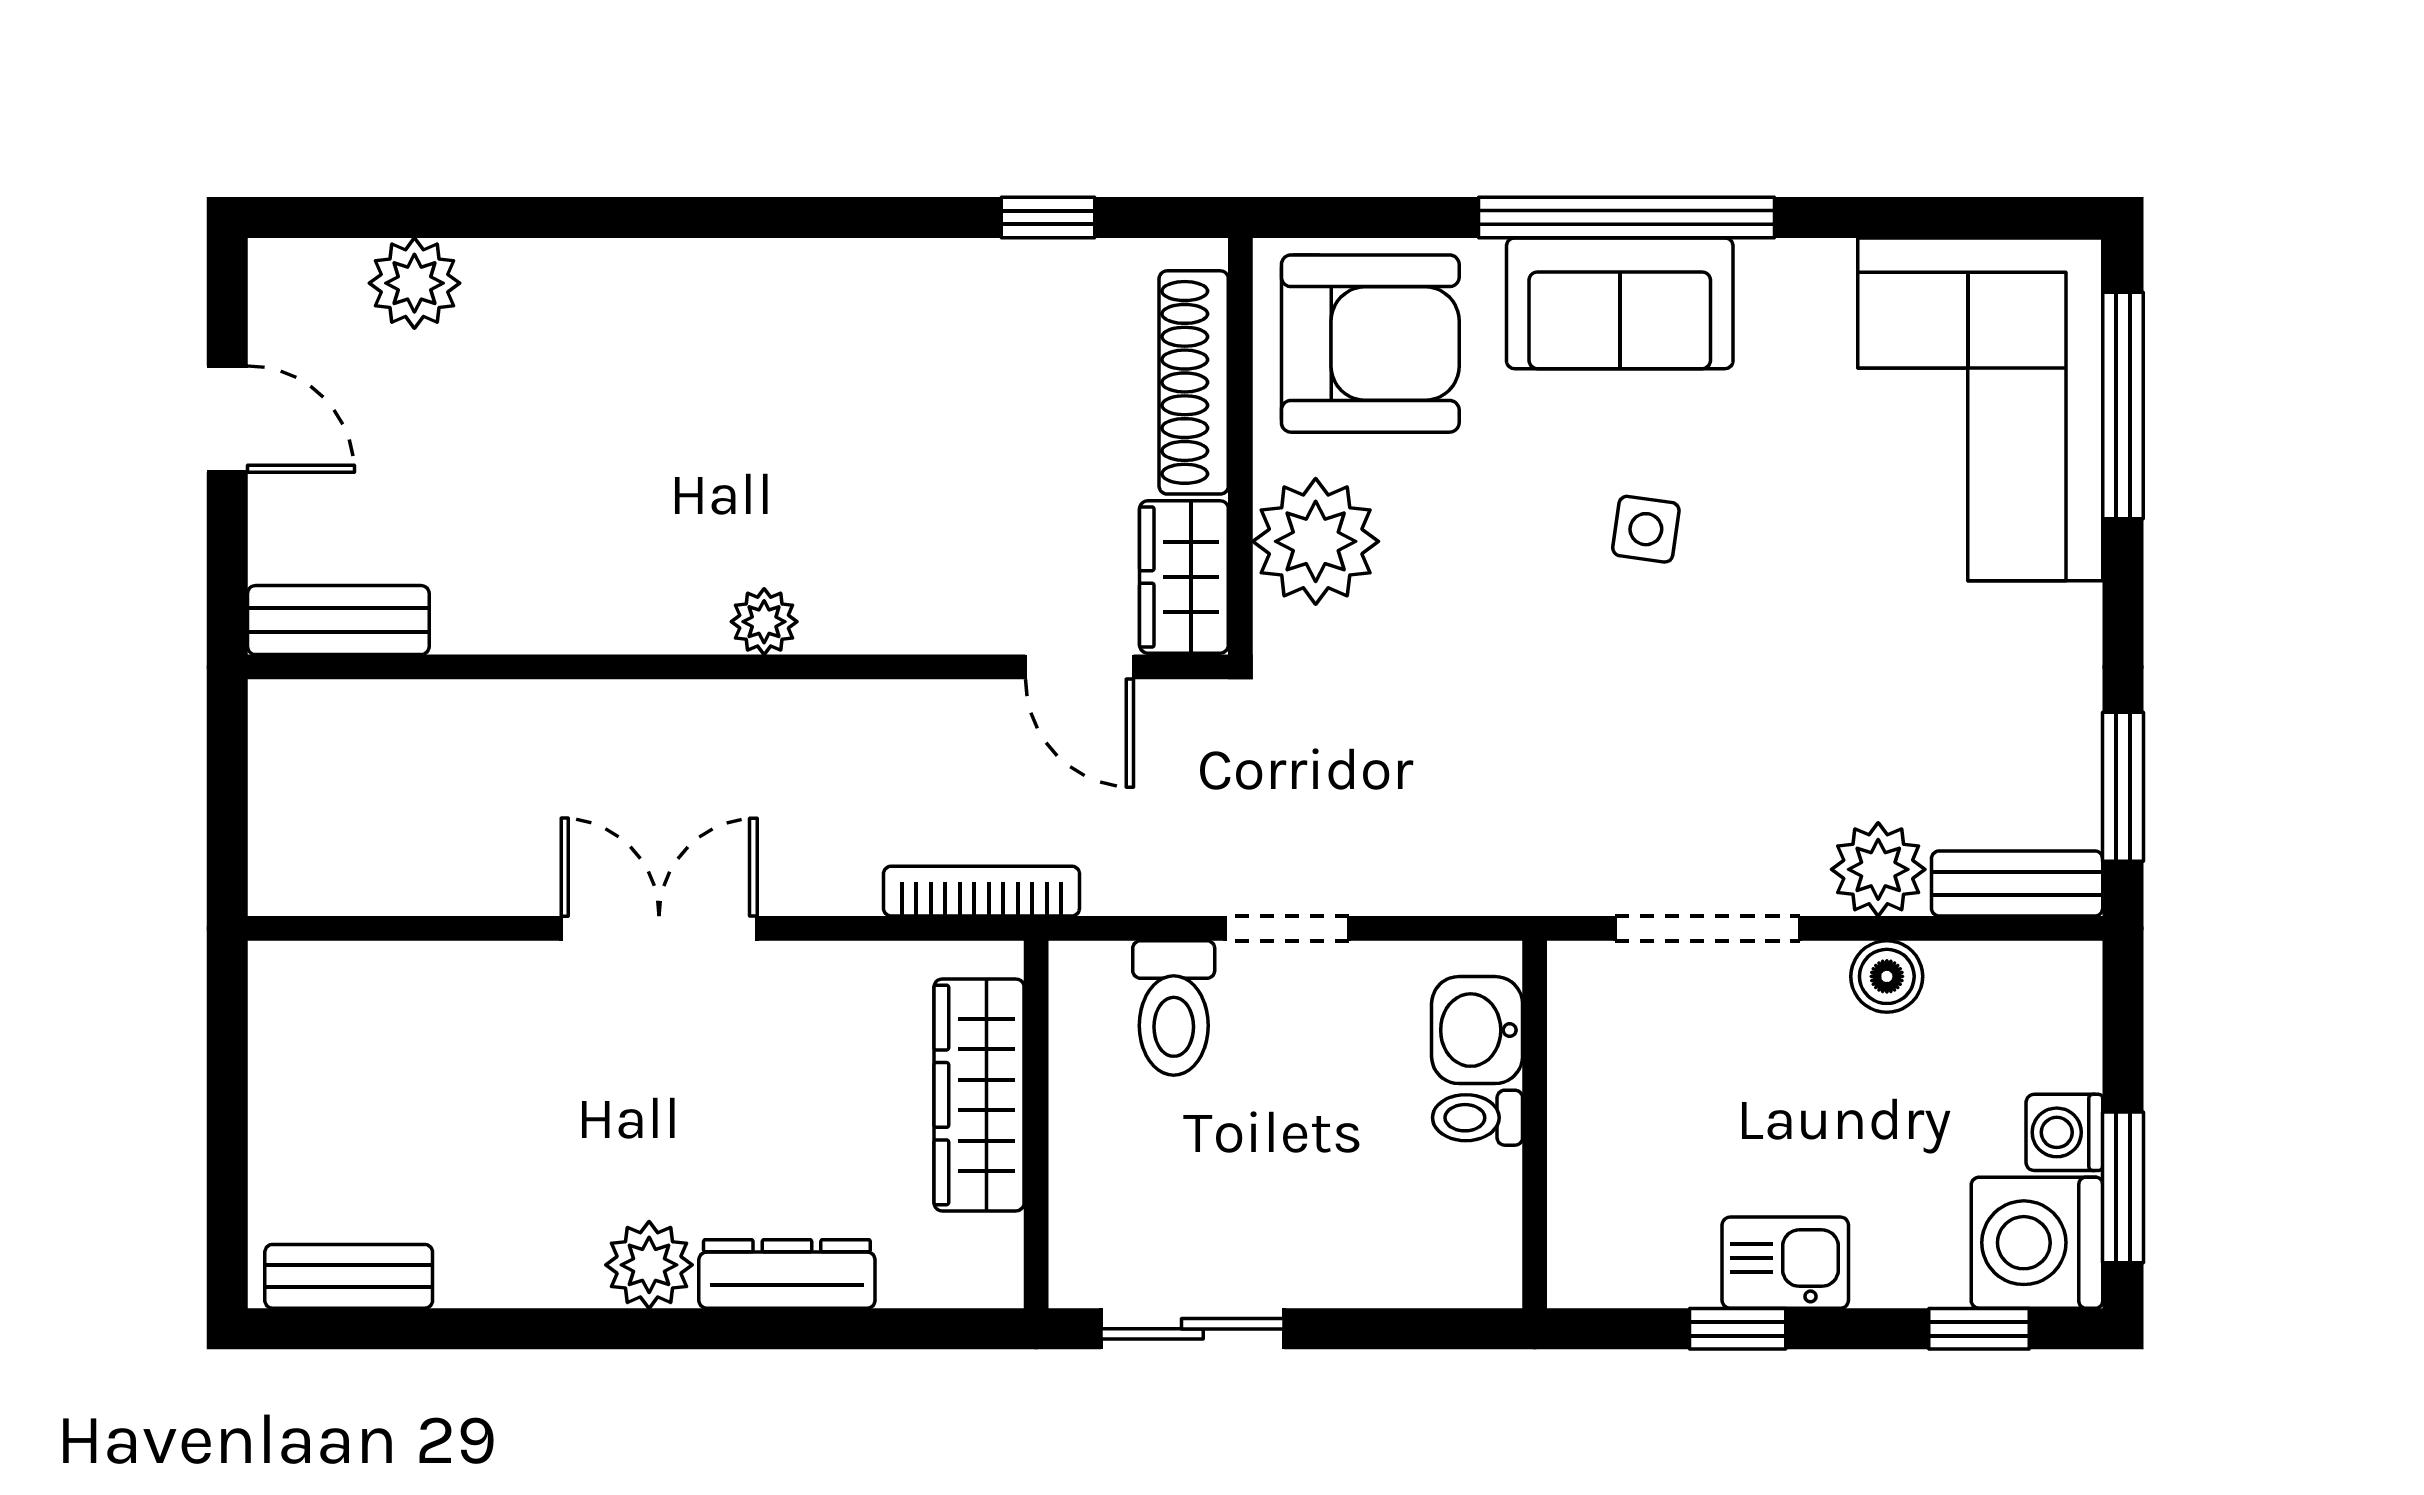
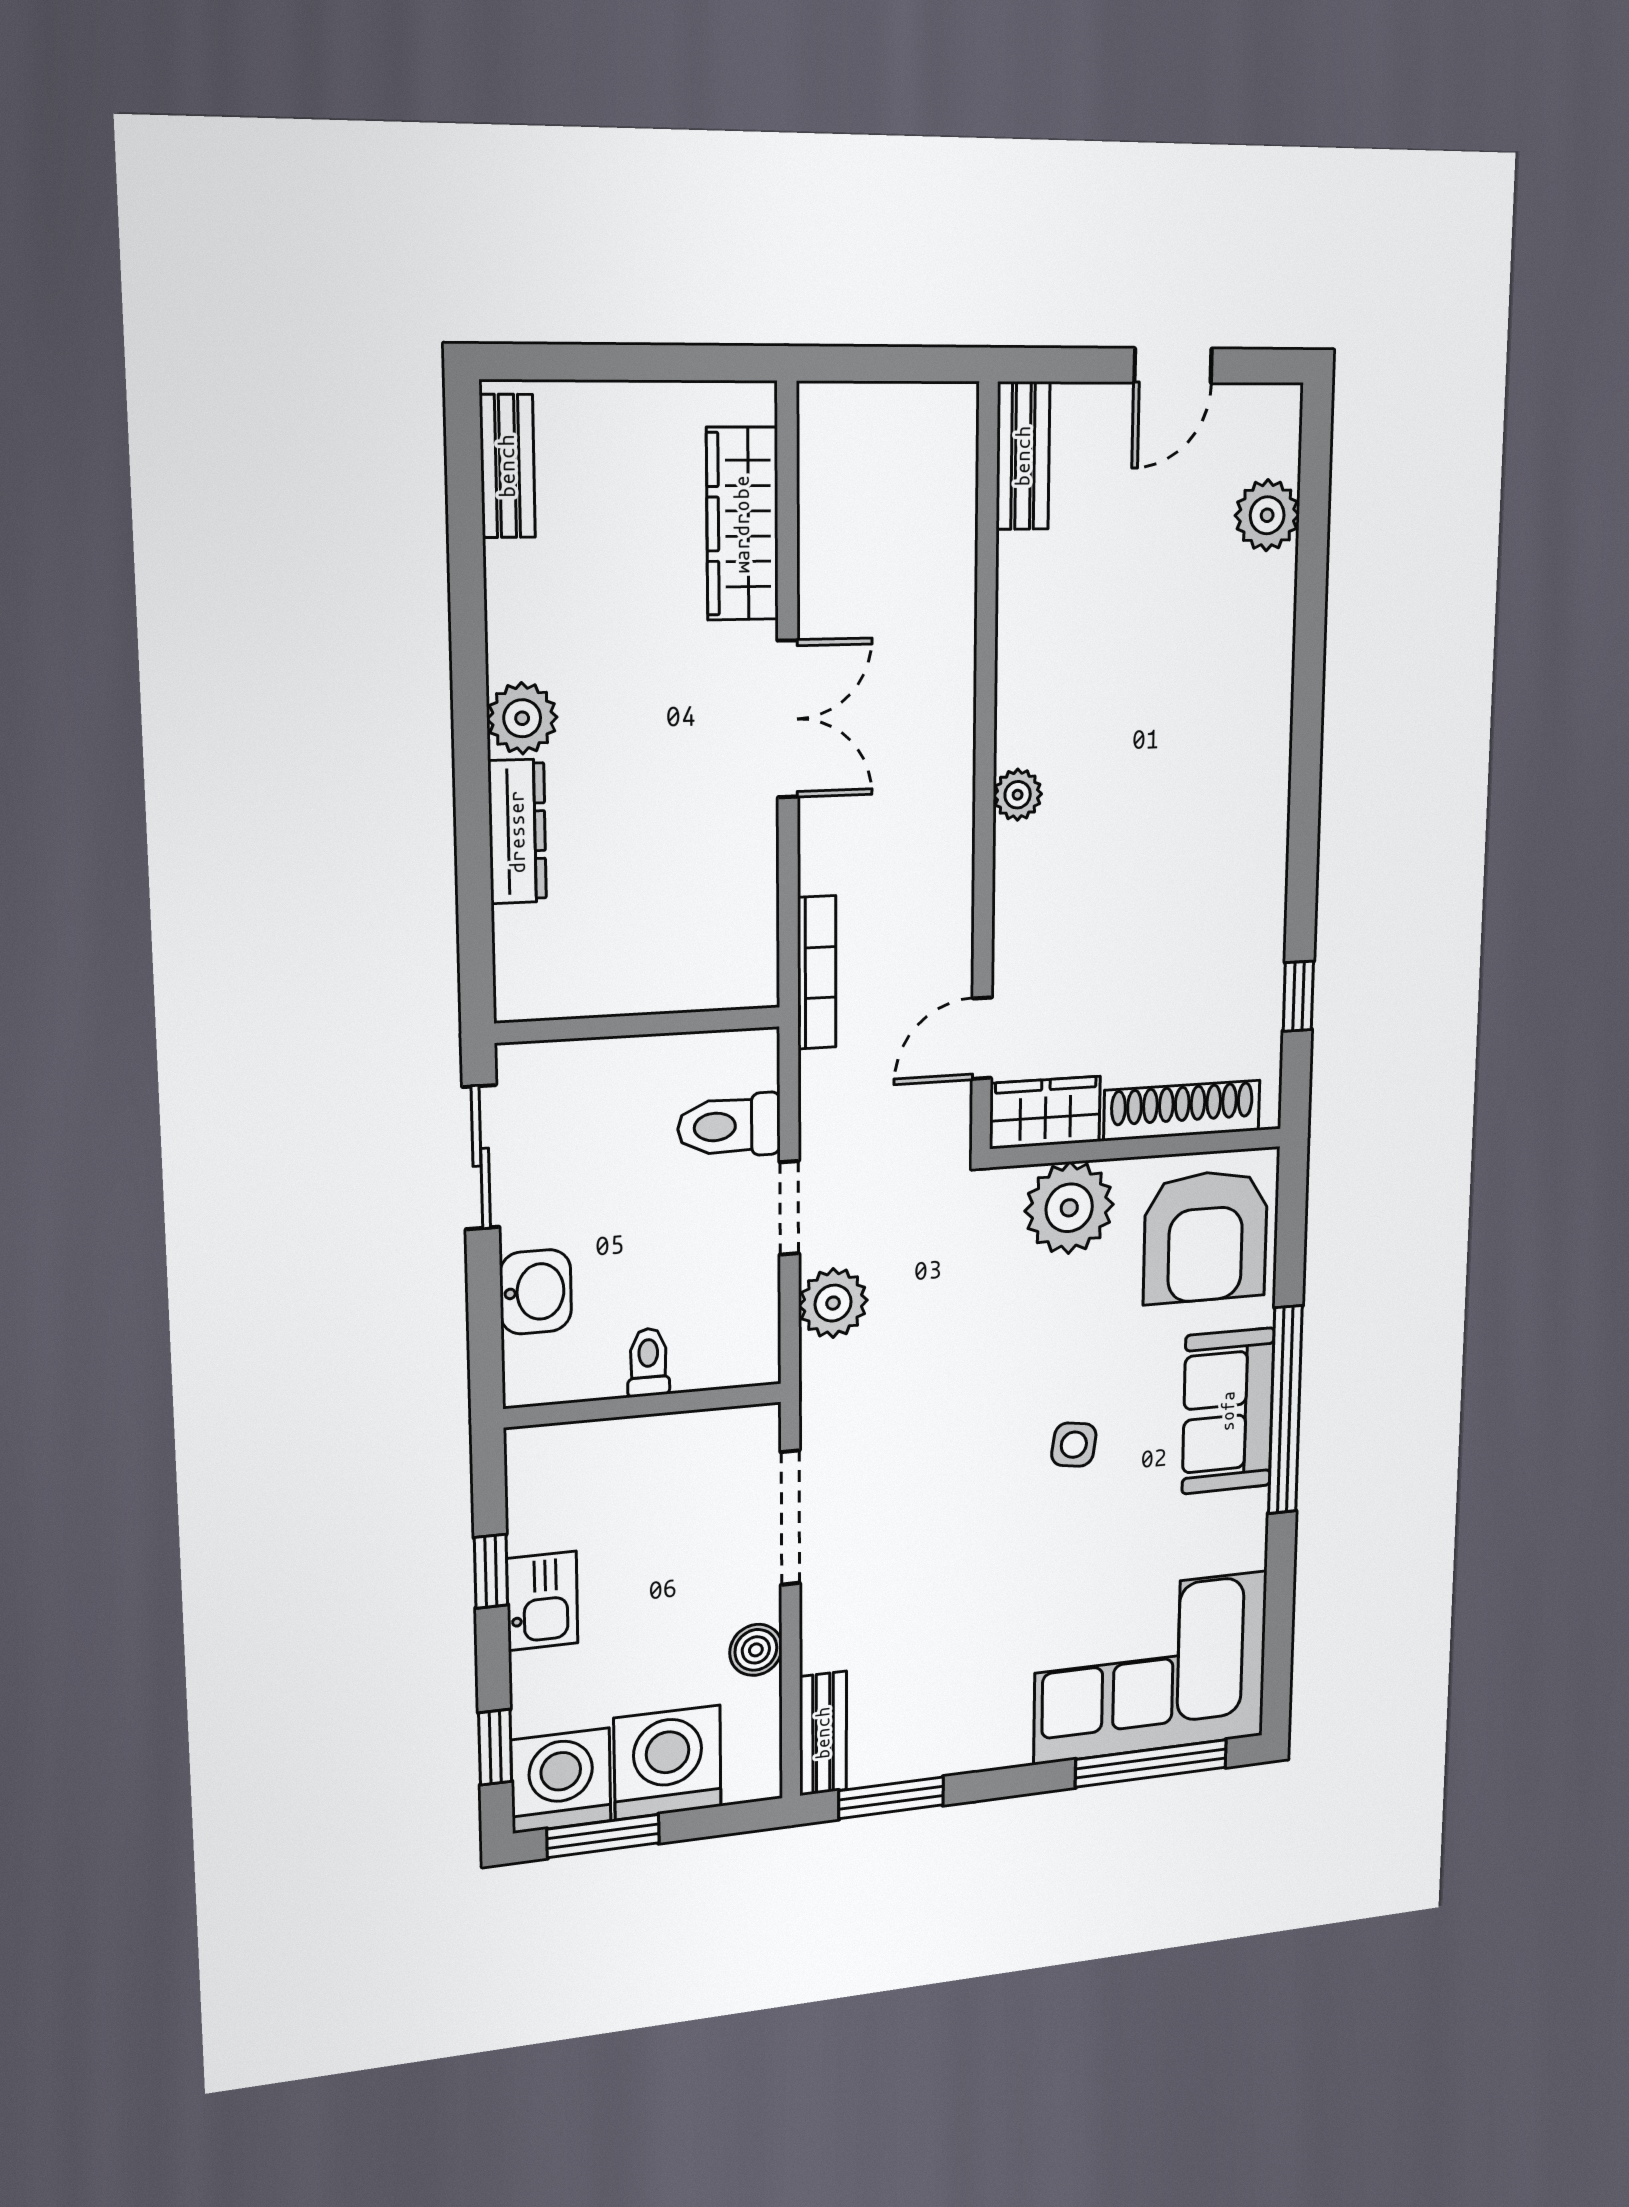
plant: (1878, 869) -> (833, 1303), moved
washbasin: (1477, 1030) -> (536, 1292), moved, turned 90
wardrobe: (979, 1095) -> (742, 524), moved, turned -90
washing machine: (2064, 1132) -> (668, 1762), width x1.89, depth x1.89

